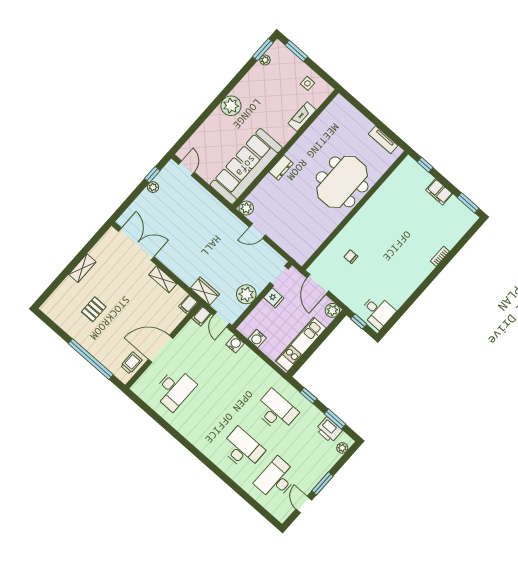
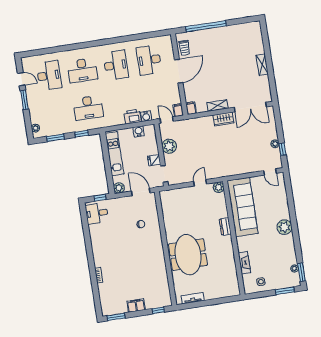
wardrobe: (205, 291) -> (223, 119), moved
pallet: (94, 309) -> (233, 52), removed
desk: (208, 419) -> (116, 65), added
printer: (329, 430) -> (132, 117), moved

